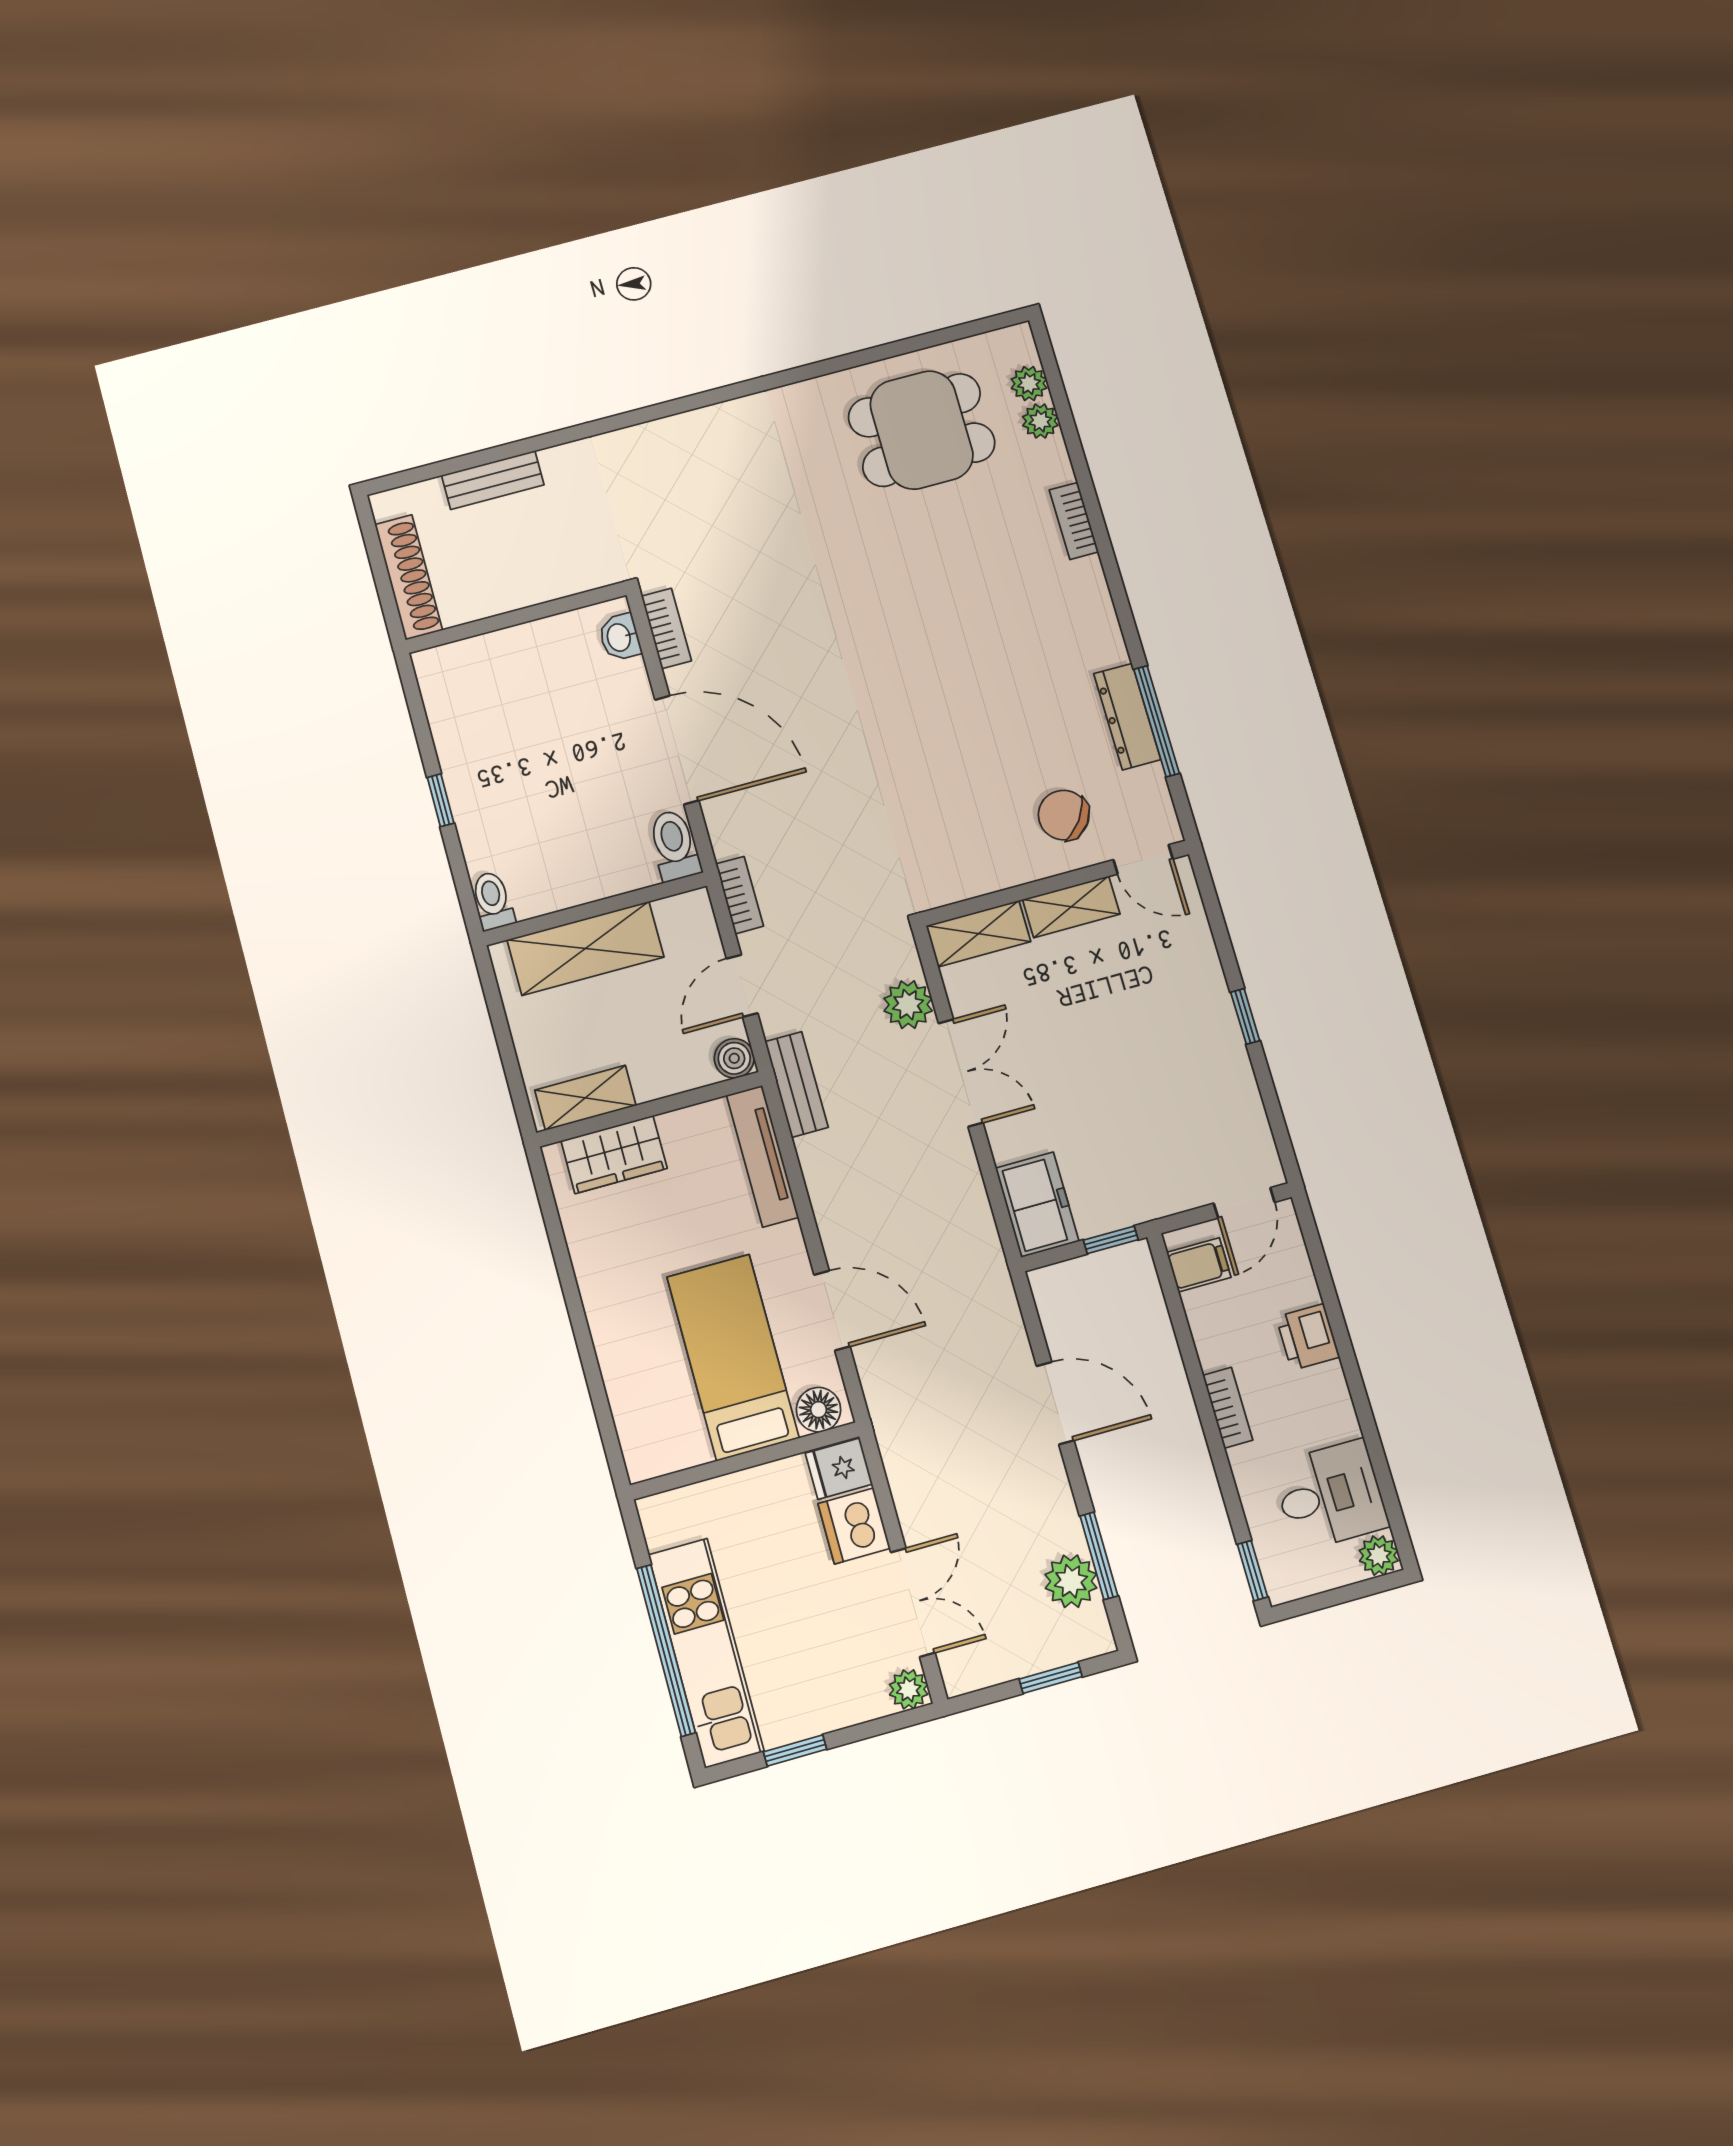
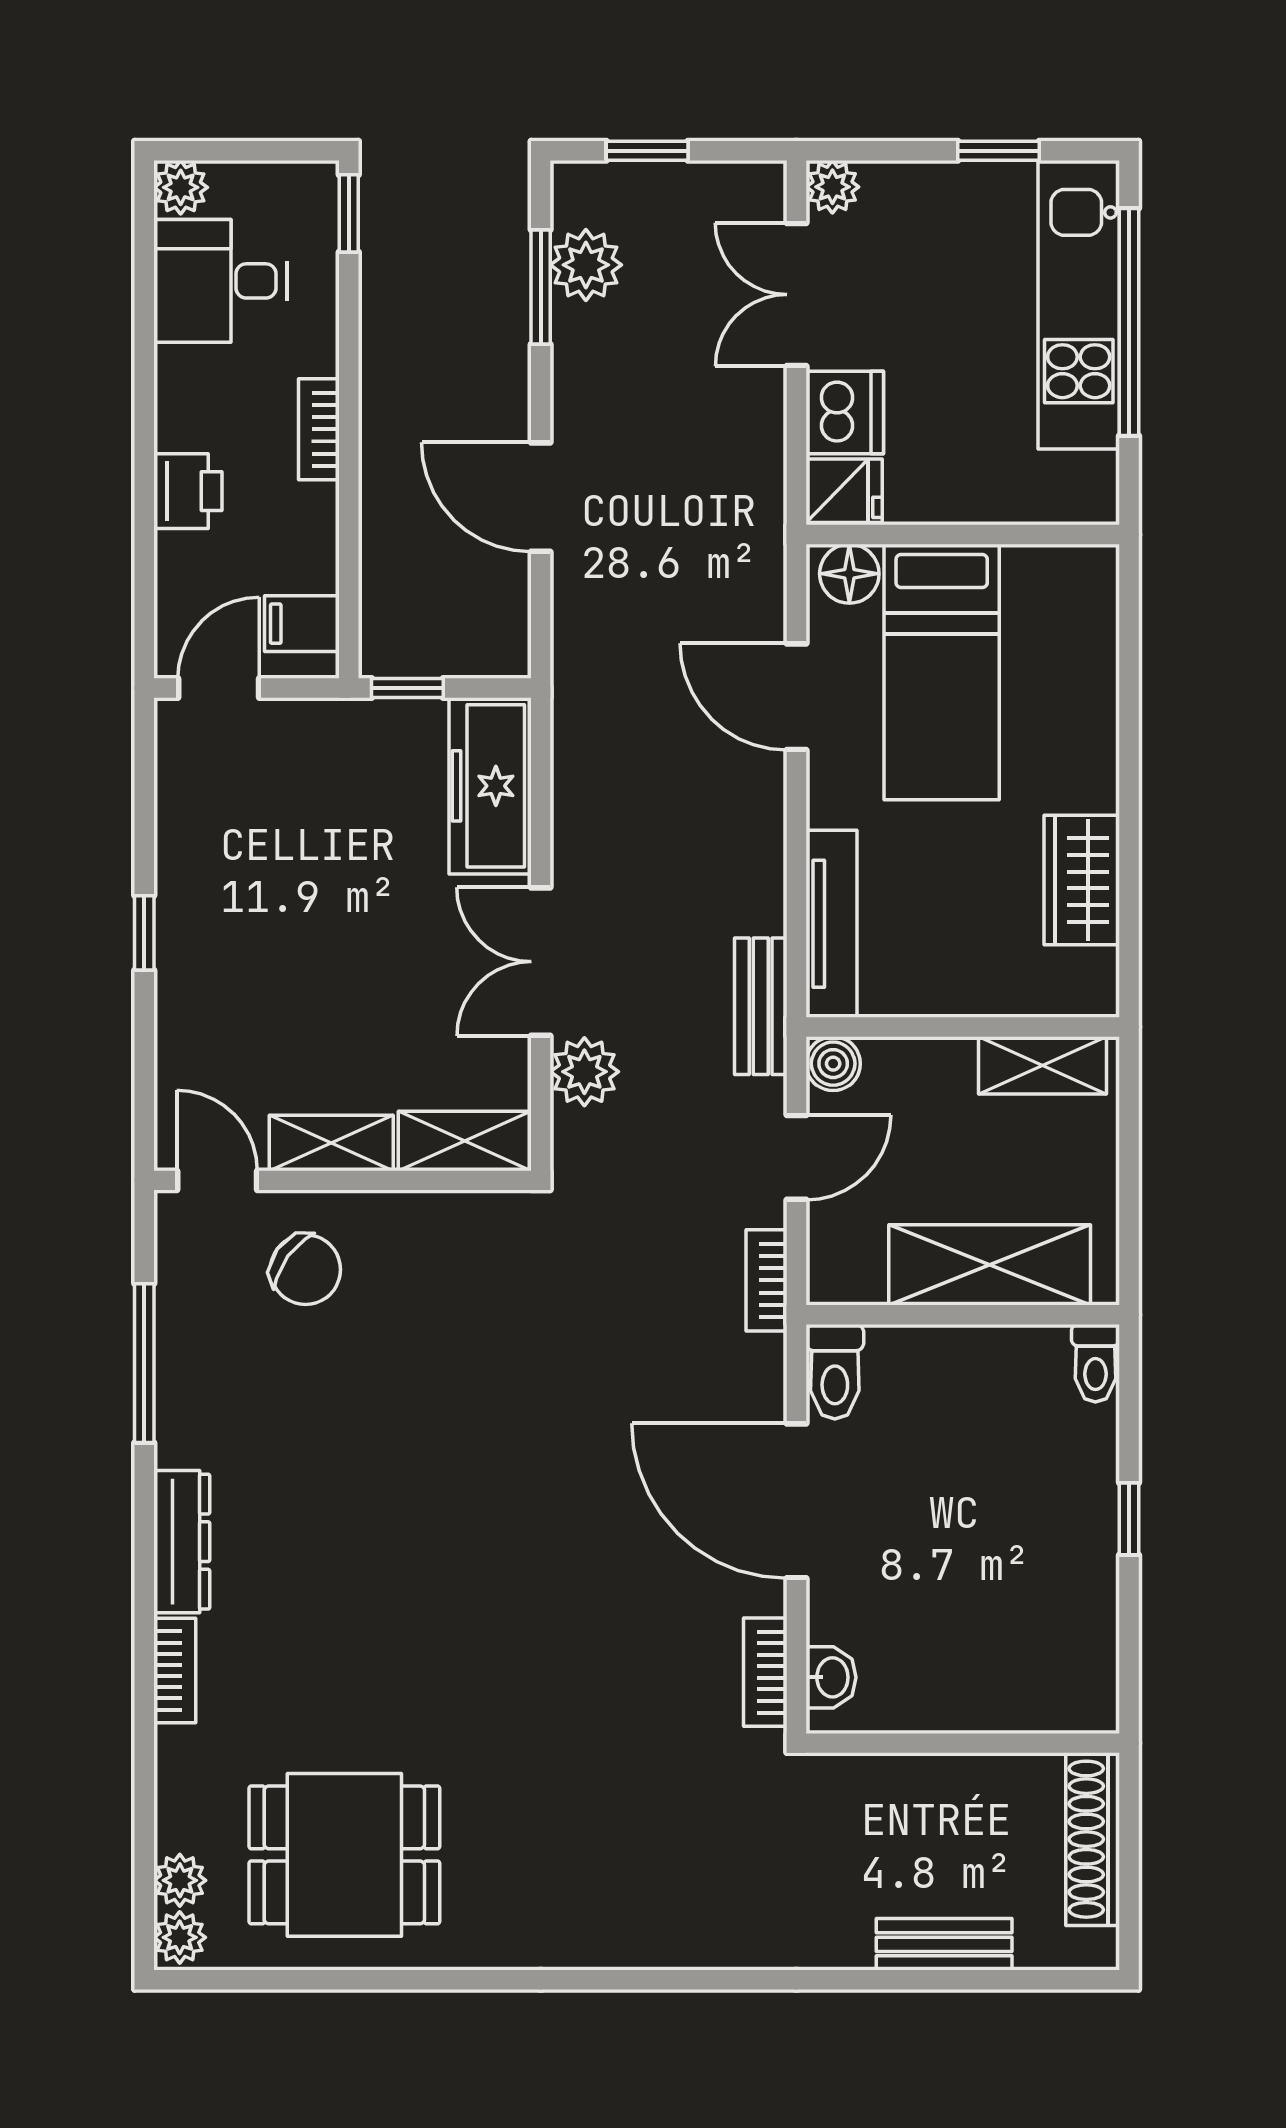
plant: (1040, 421) -> (180, 1937), moved
dresser: (1127, 717) -> (182, 1542), moved
wardrobe: (614, 1155) -> (1082, 880), moved, turned -90
freezer: (1037, 1205) -> (490, 786), width x1.40

